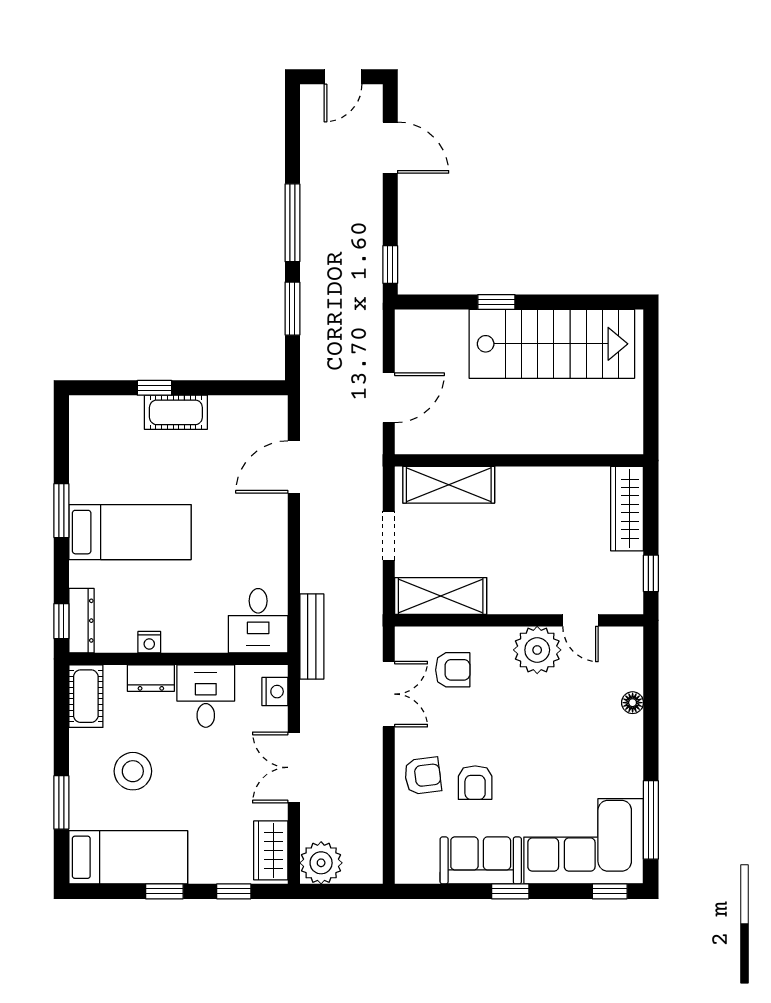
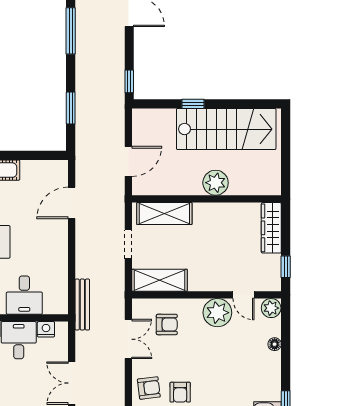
window: (292, 223) -> (71, 31), moved
plant: (534, 433) -> (216, 183), added
desk: (258, 621) -> (24, 295), moved
plant: (627, 642) -> (271, 308), added
nightstand: (275, 692) -> (46, 329), moved, turned -90

